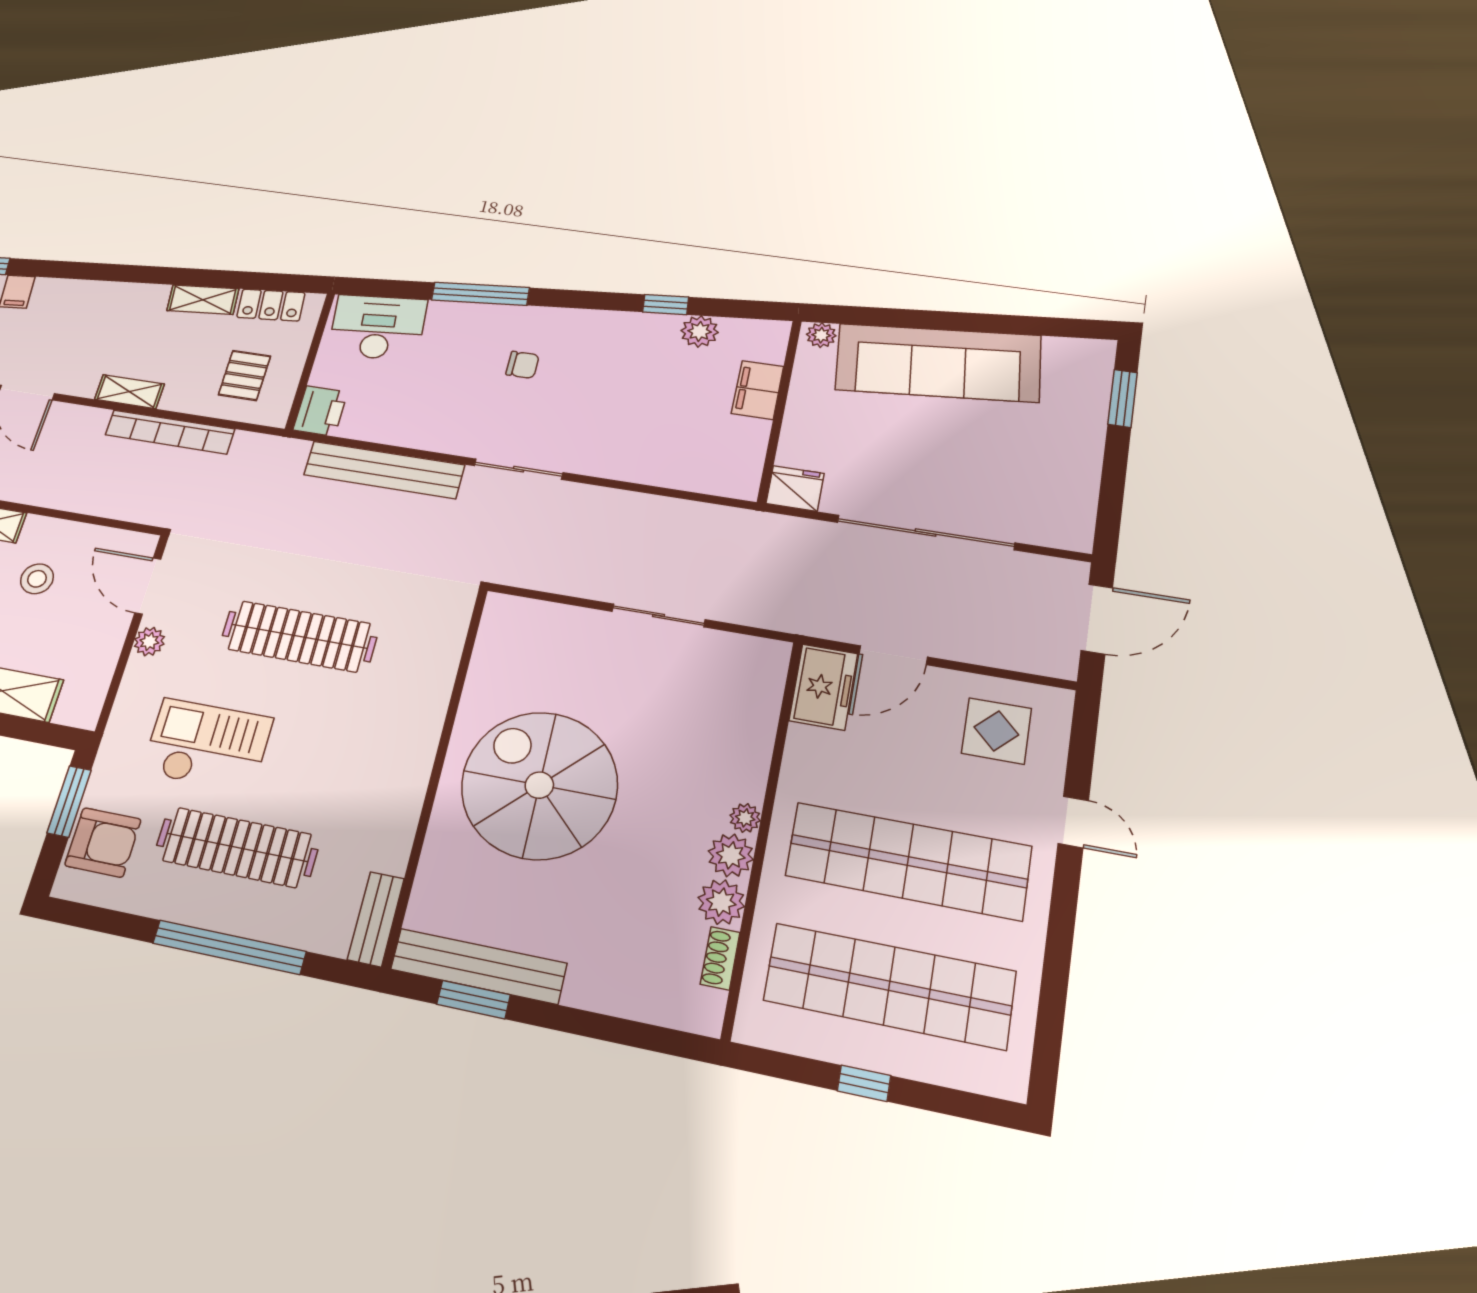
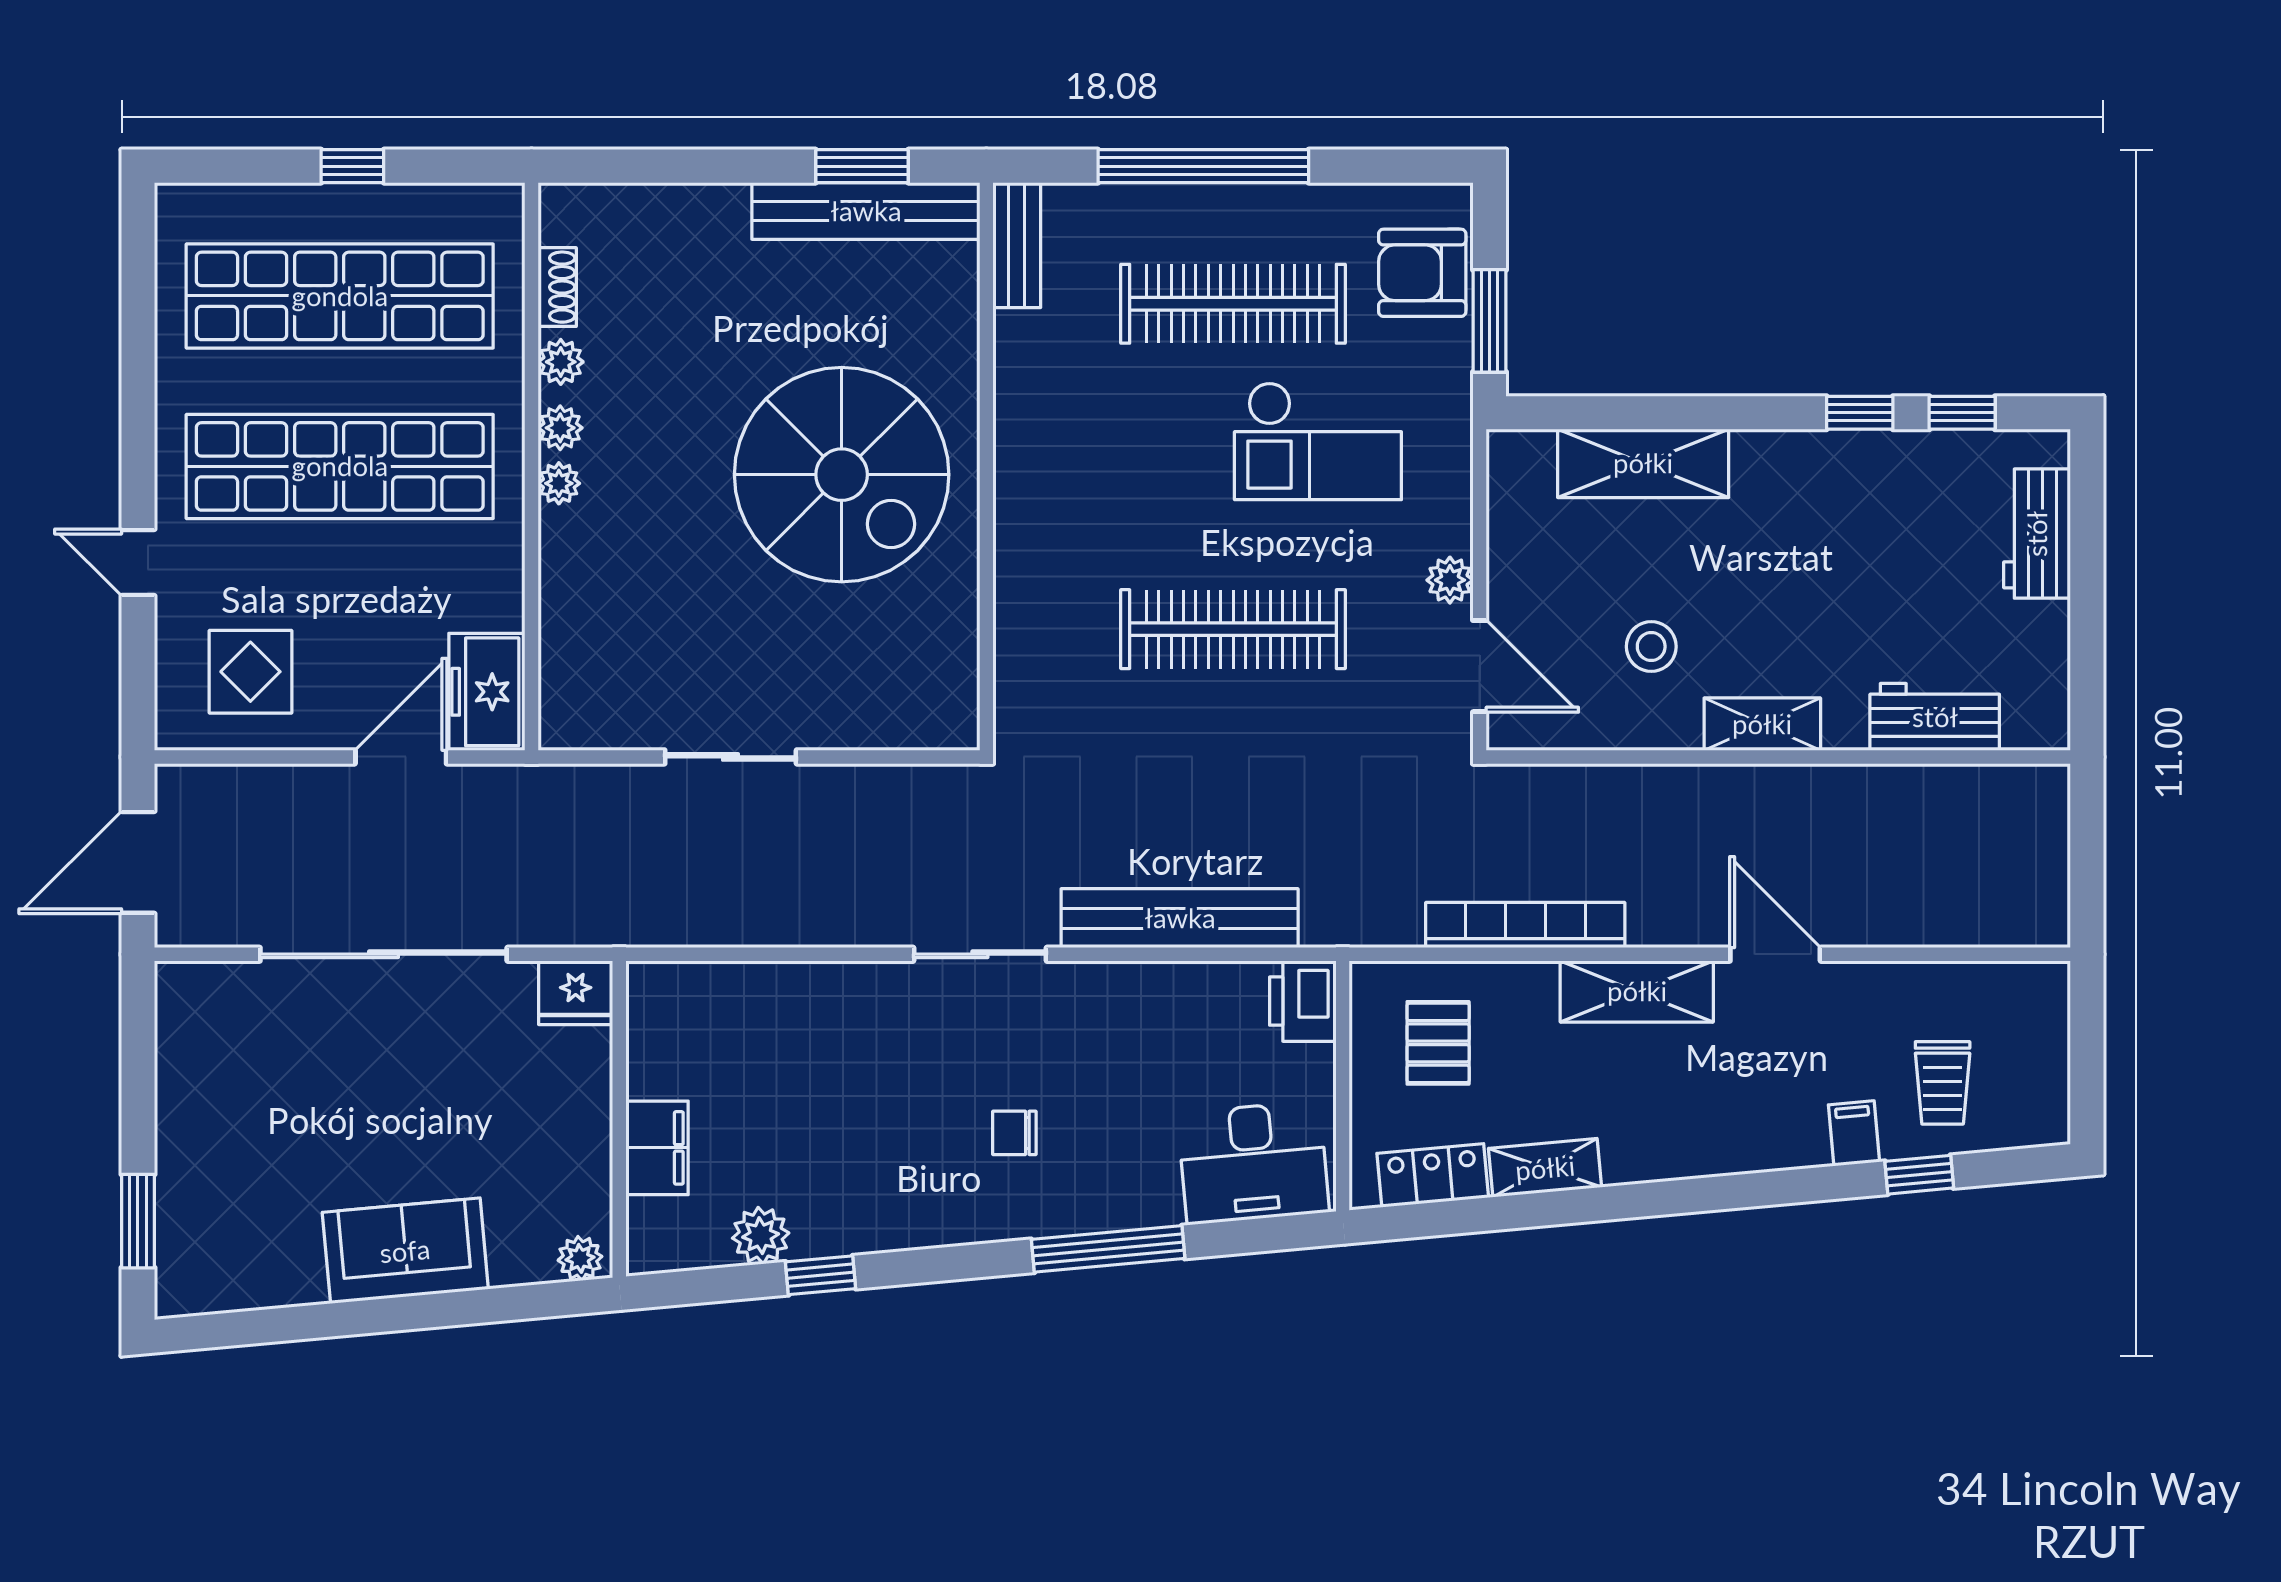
sofa: (938, 363) -> (405, 1251), width x0.54, depth x0.79
shelving: (129, 392) -> (1637, 991), width x1.50, depth x1.33
plant: (731, 855) -> (560, 428), width x0.73, depth x0.73
plant: (721, 902) -> (561, 362), width x0.73, depth x0.73

